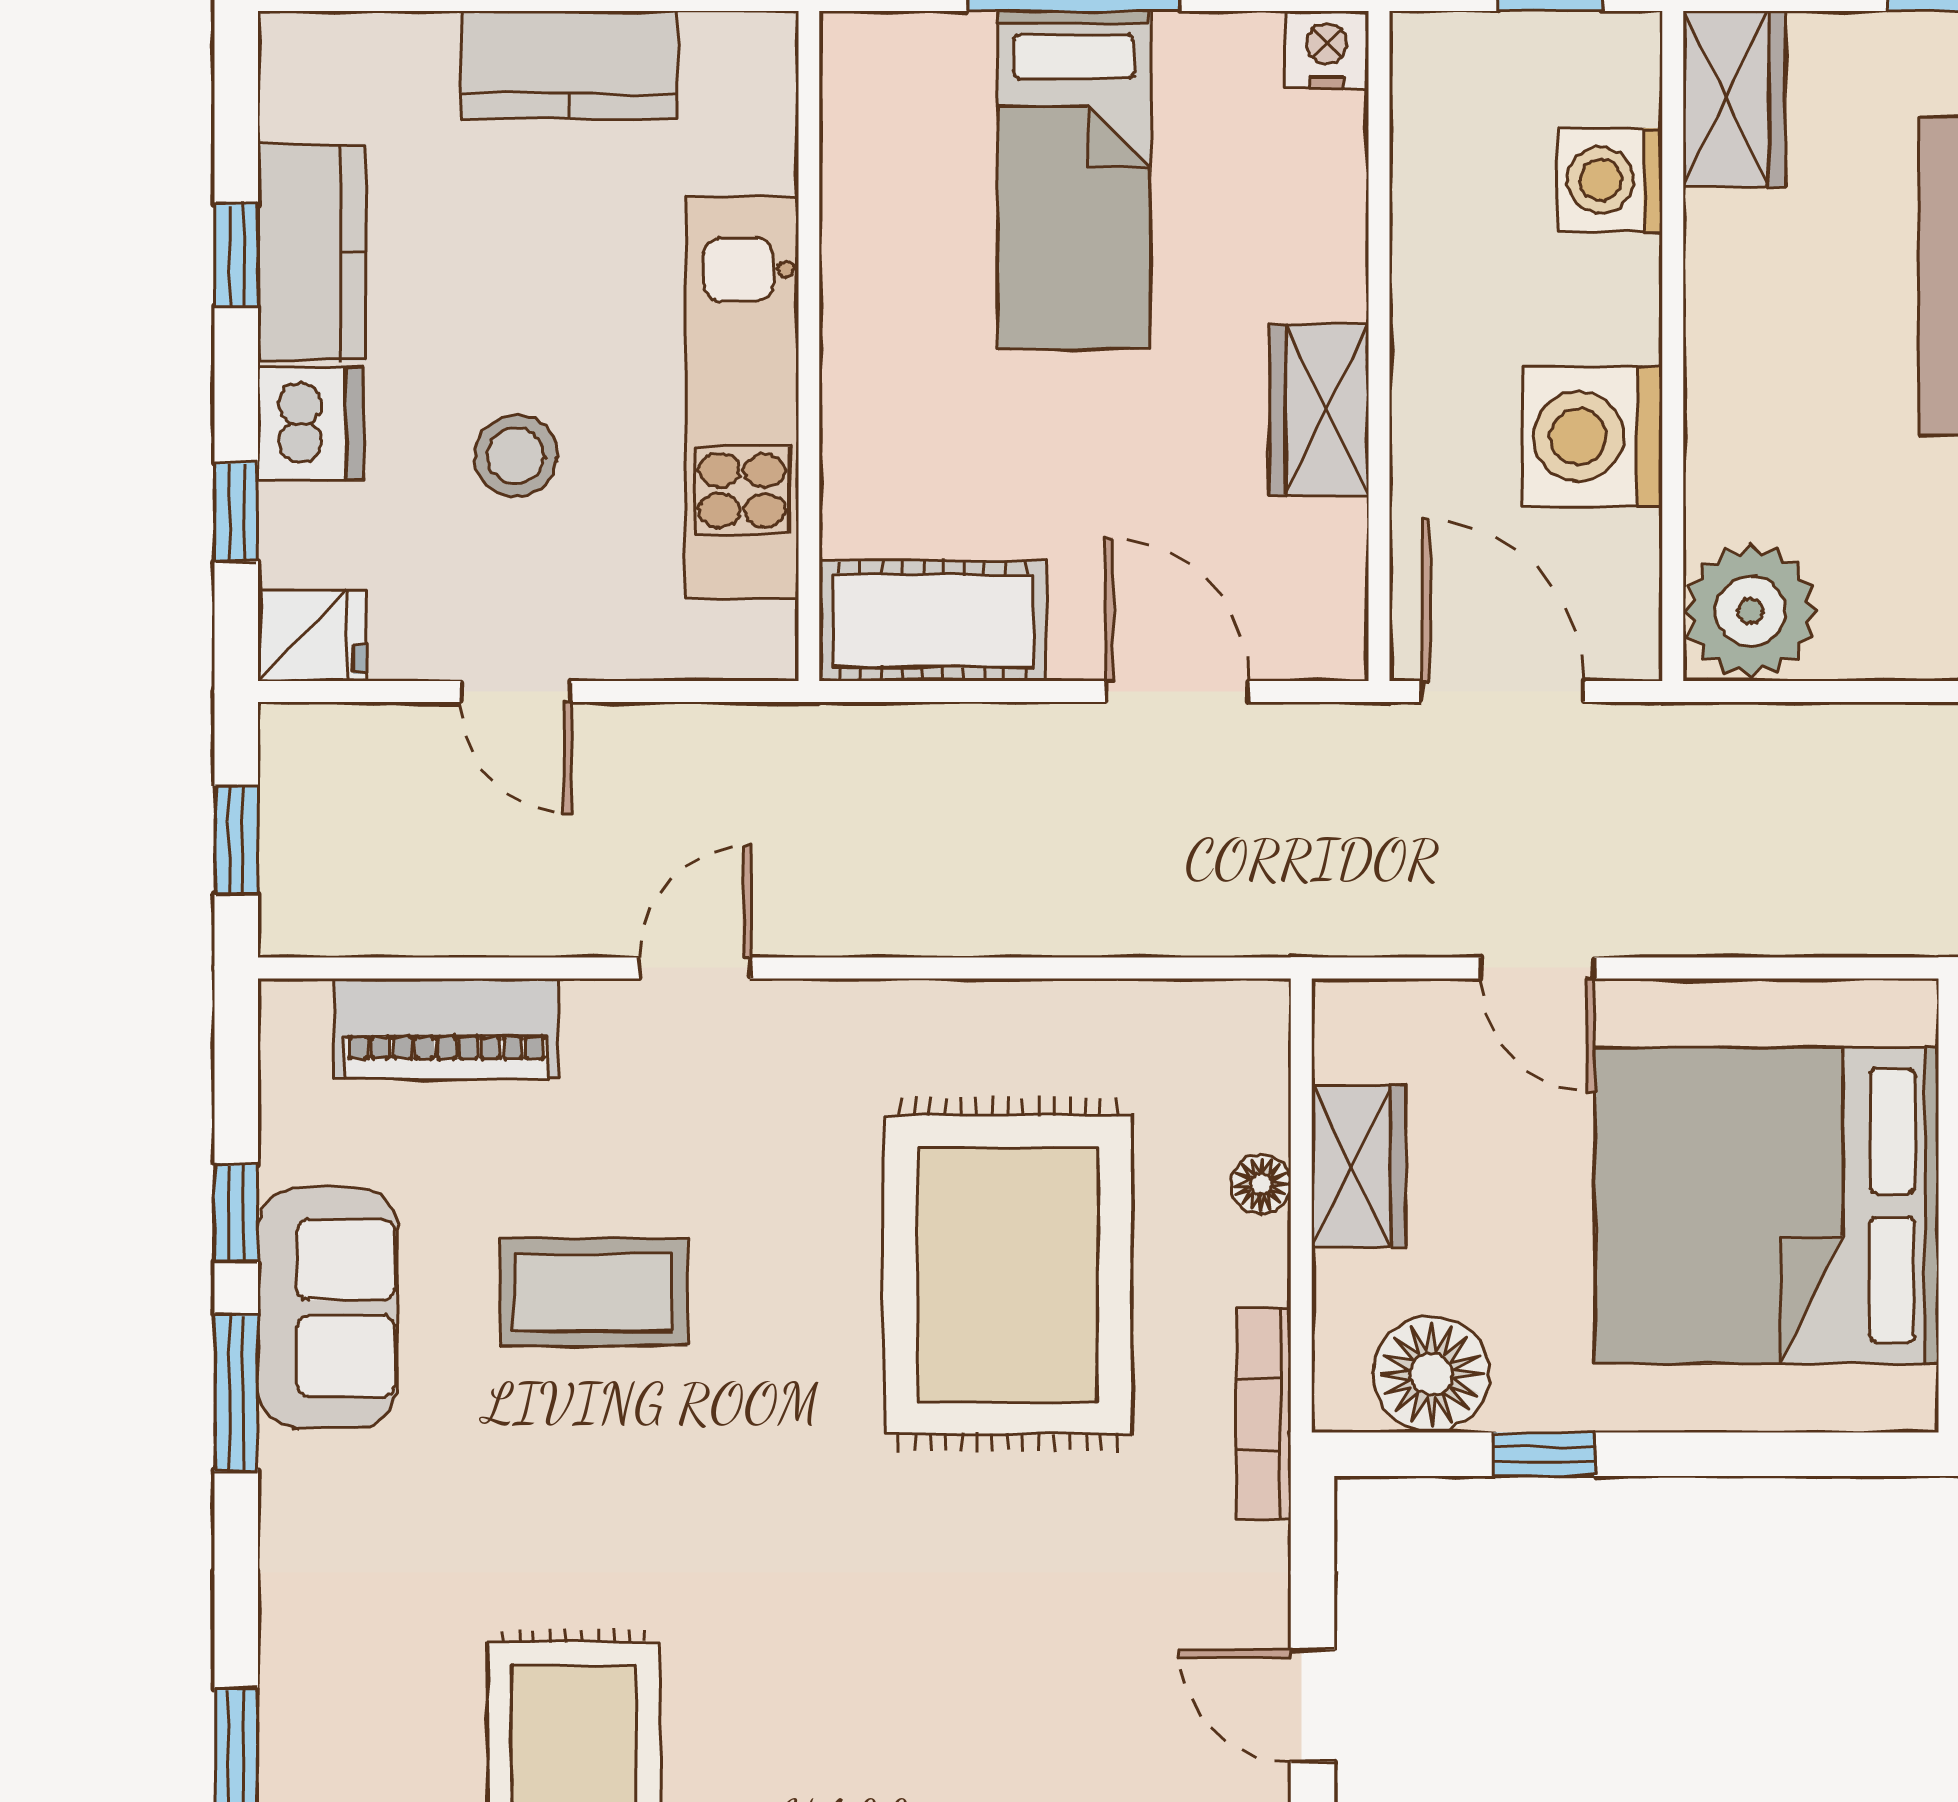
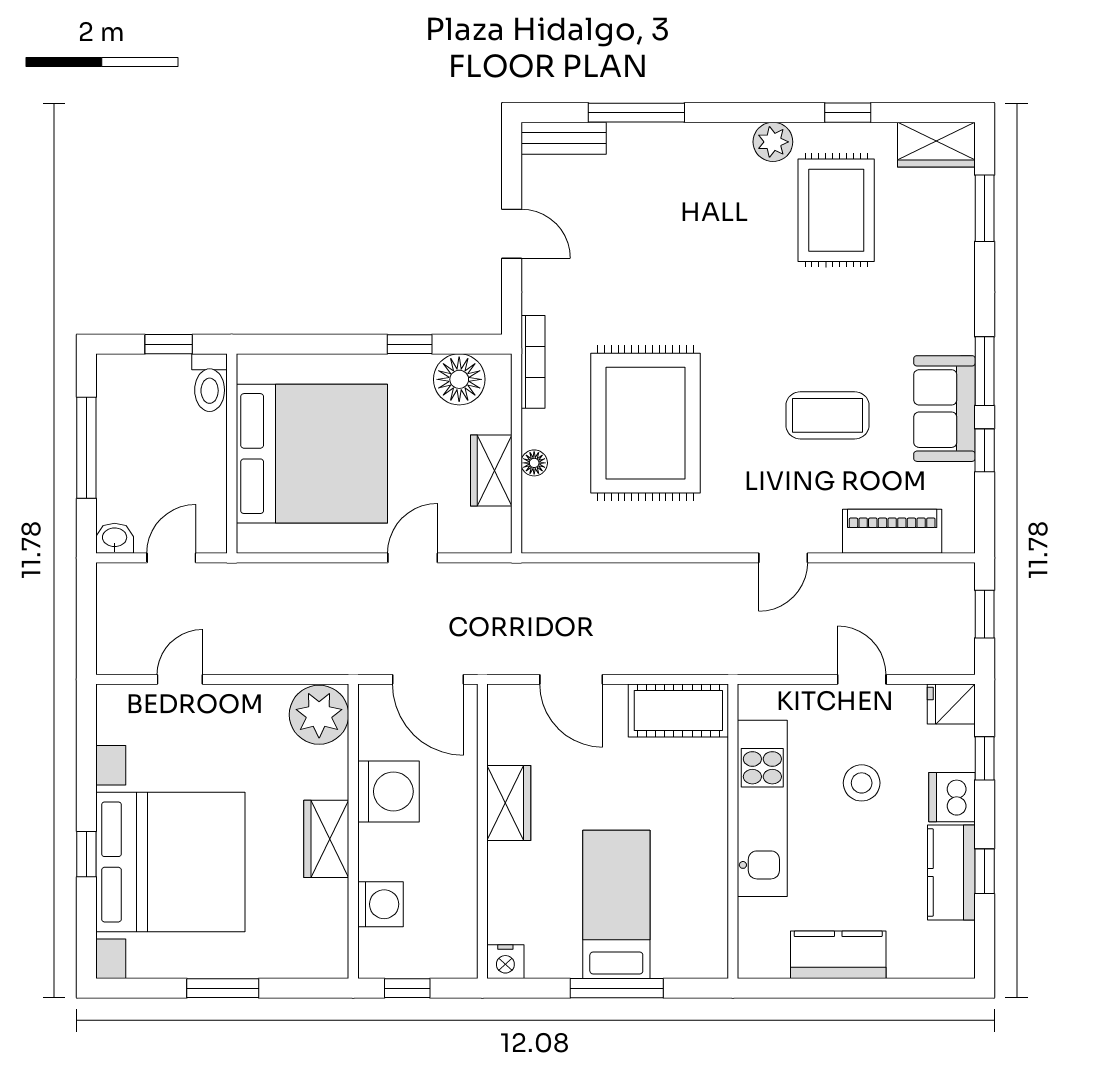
wardrobe: (1734, 99) -> (326, 839), moved
door: (1538, 968) -> (413, 558), hinge flipped

